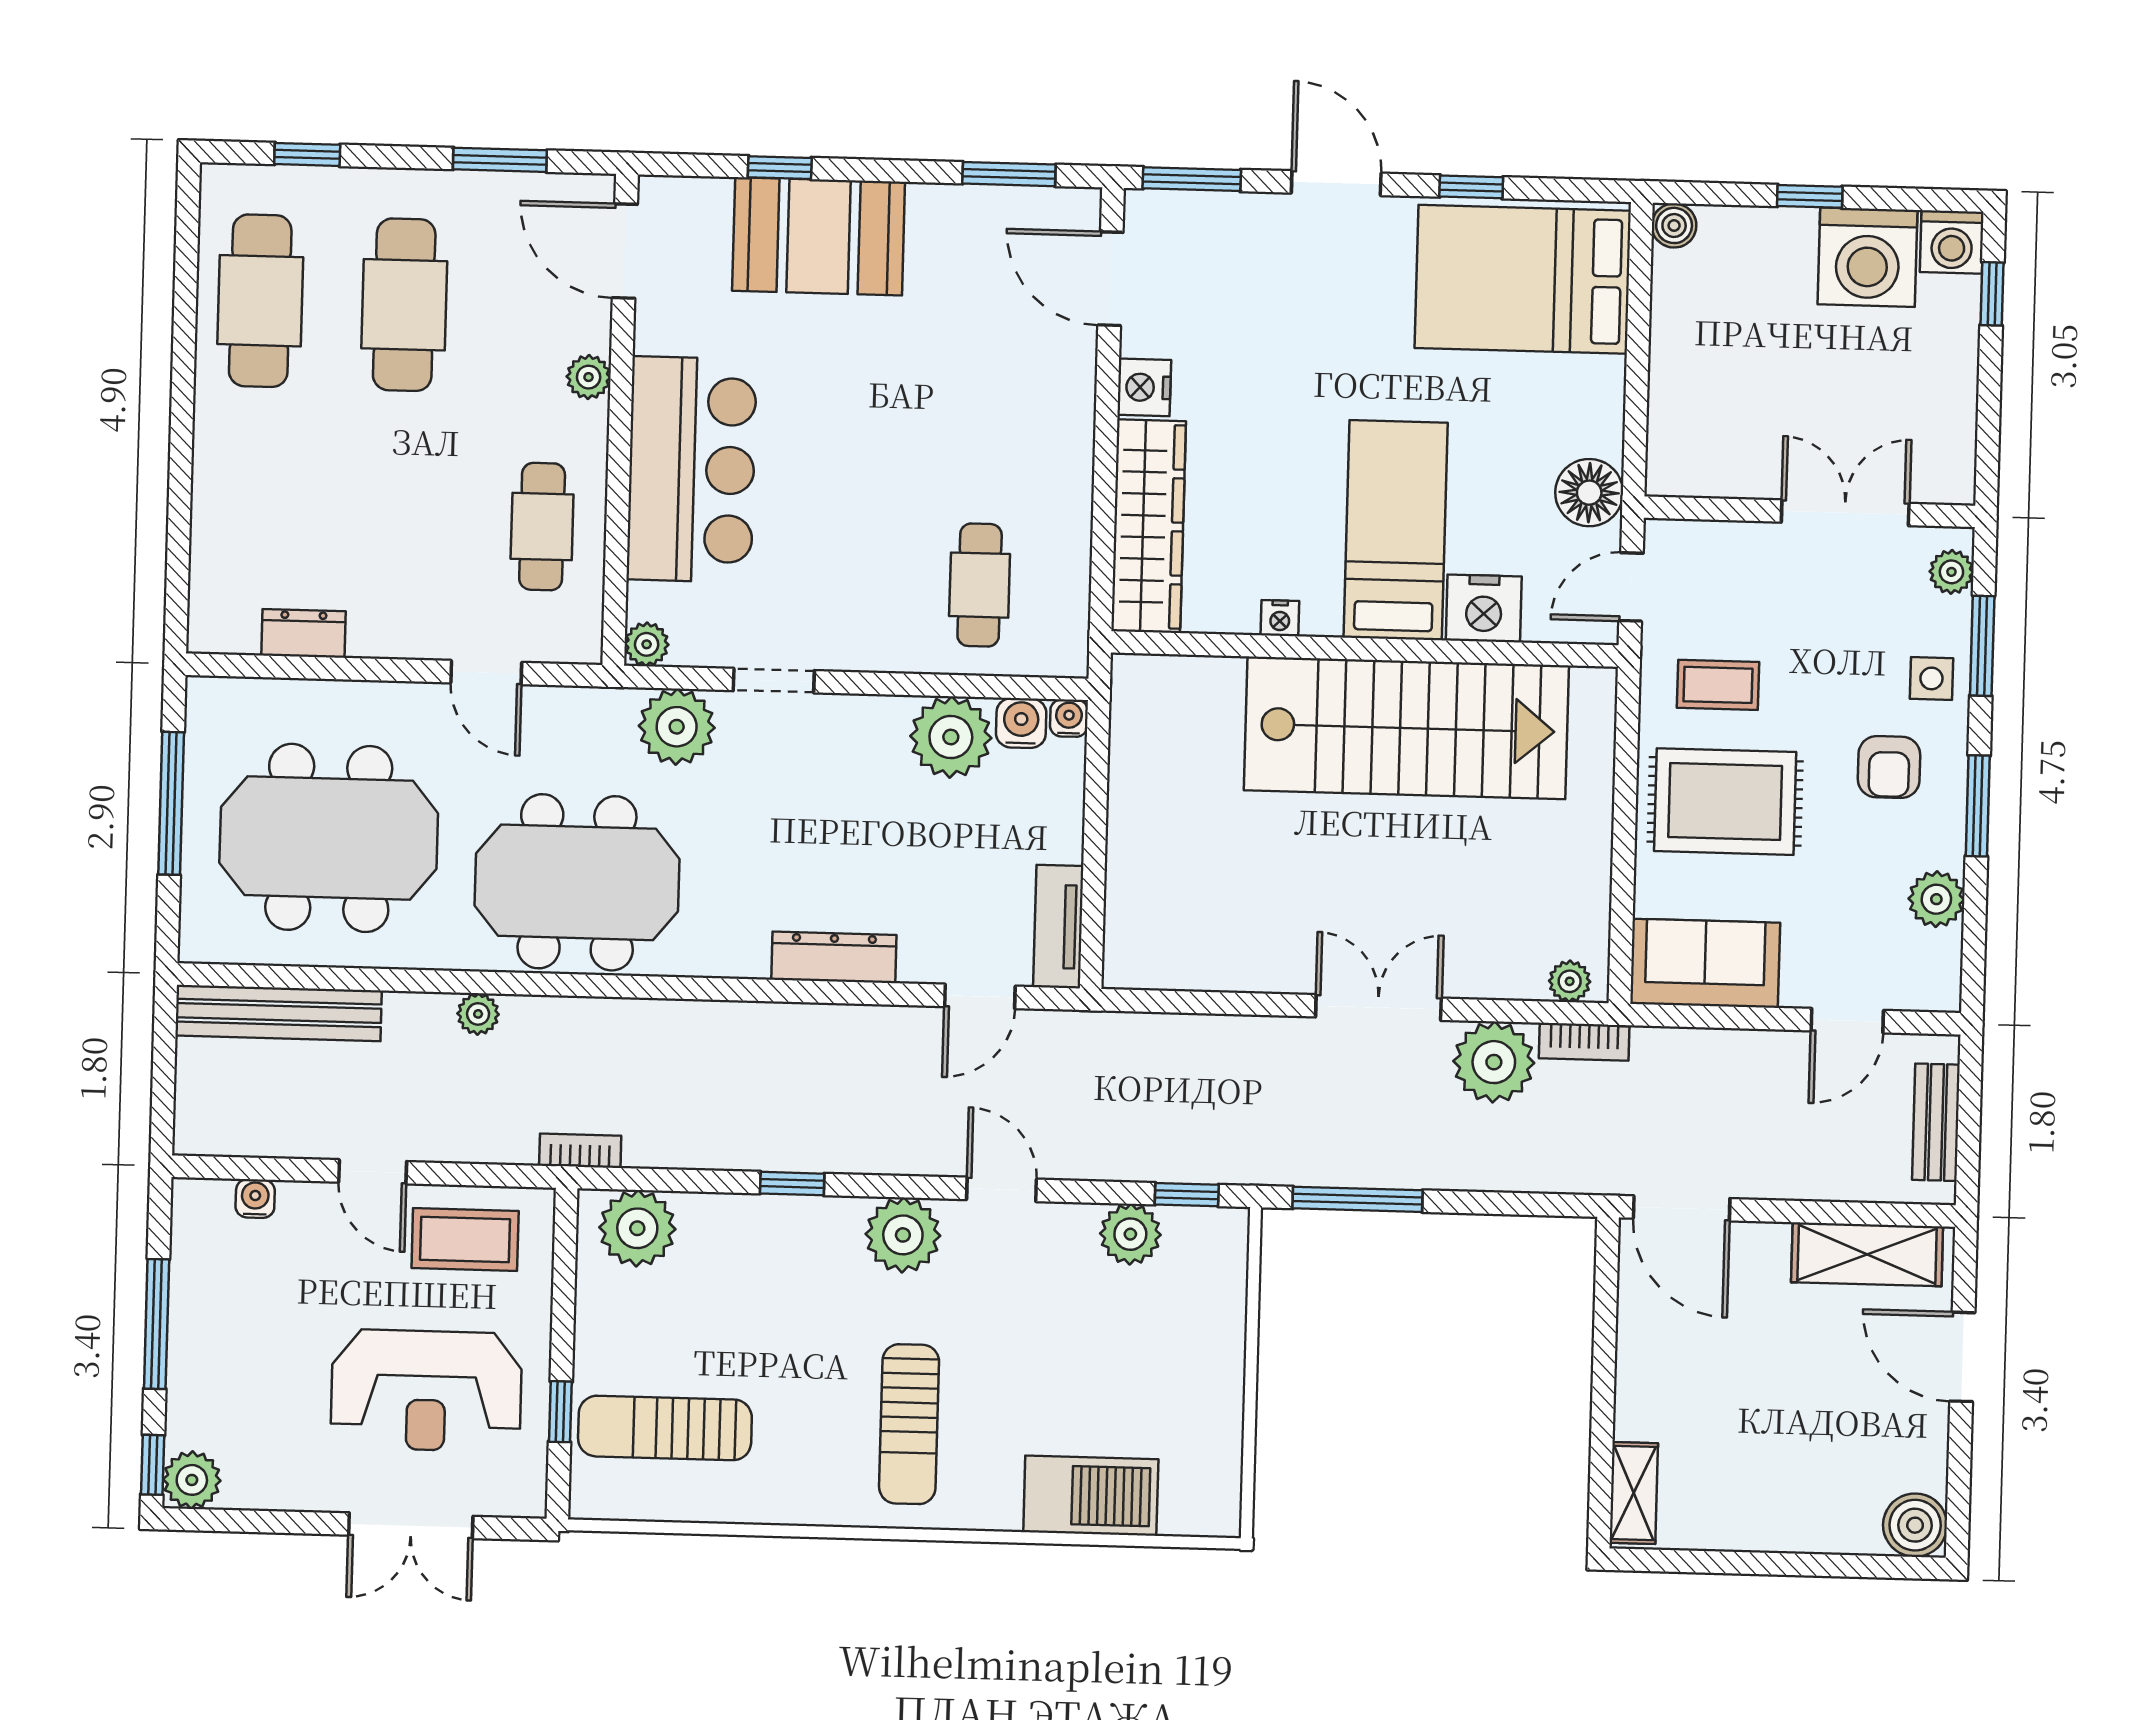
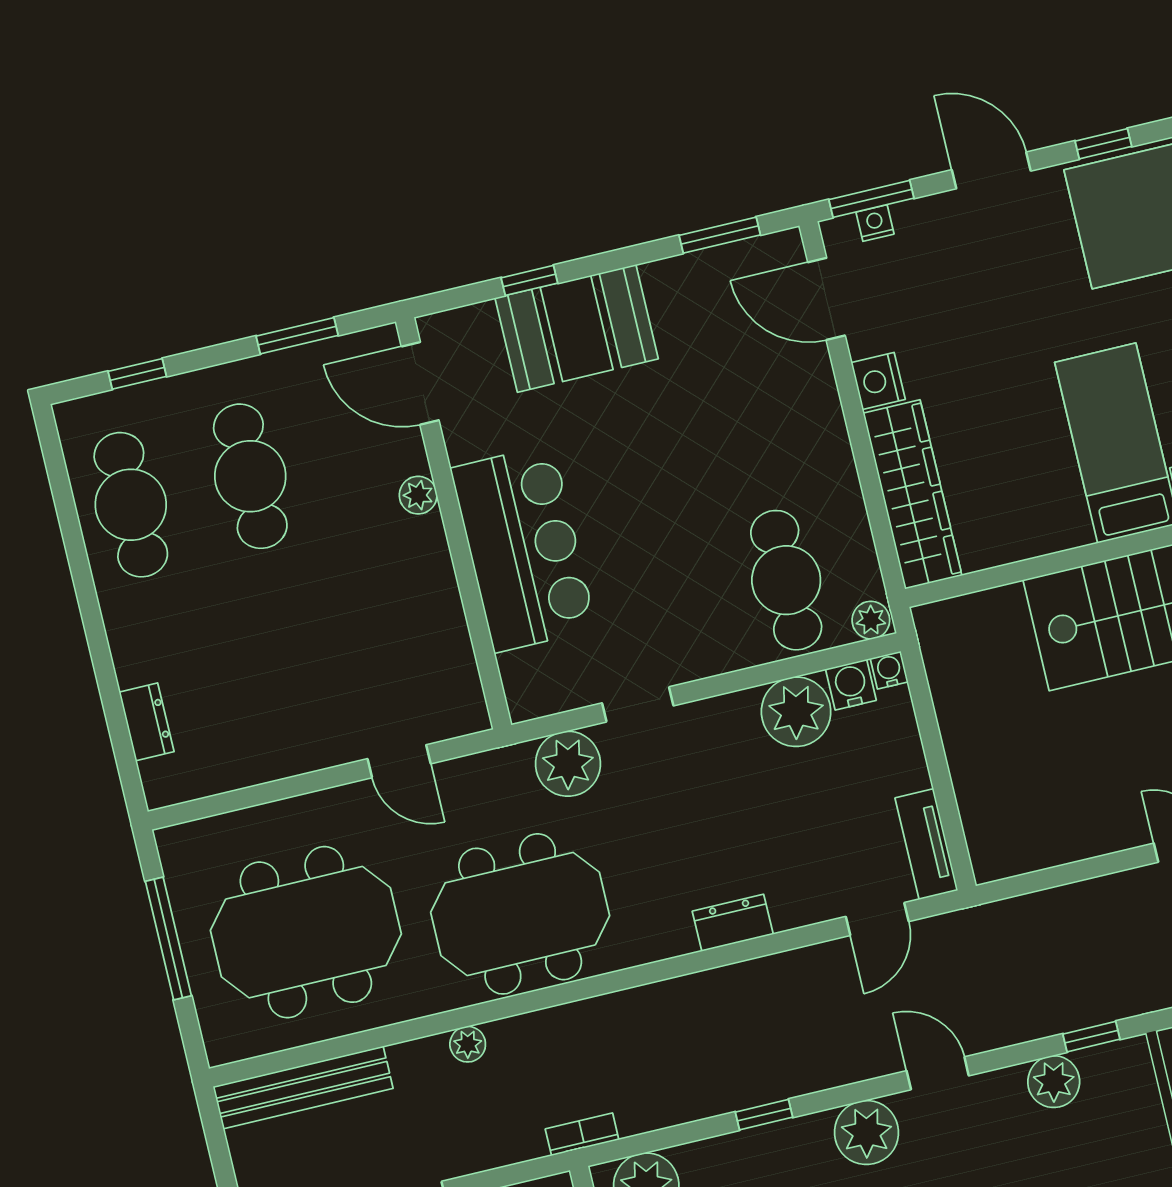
cafe table: (542, 527) -> (413, 629), removed
cafe table: (980, 585) -> (786, 580), width x1.37, depth x1.35
nightstand: (1280, 618) -> (875, 223), moved, turned 180
dresser: (303, 633) -> (147, 722), moved, turned 90
plant: (647, 644) -> (871, 620), moved
dresser: (834, 957) -> (733, 923), width x0.70

